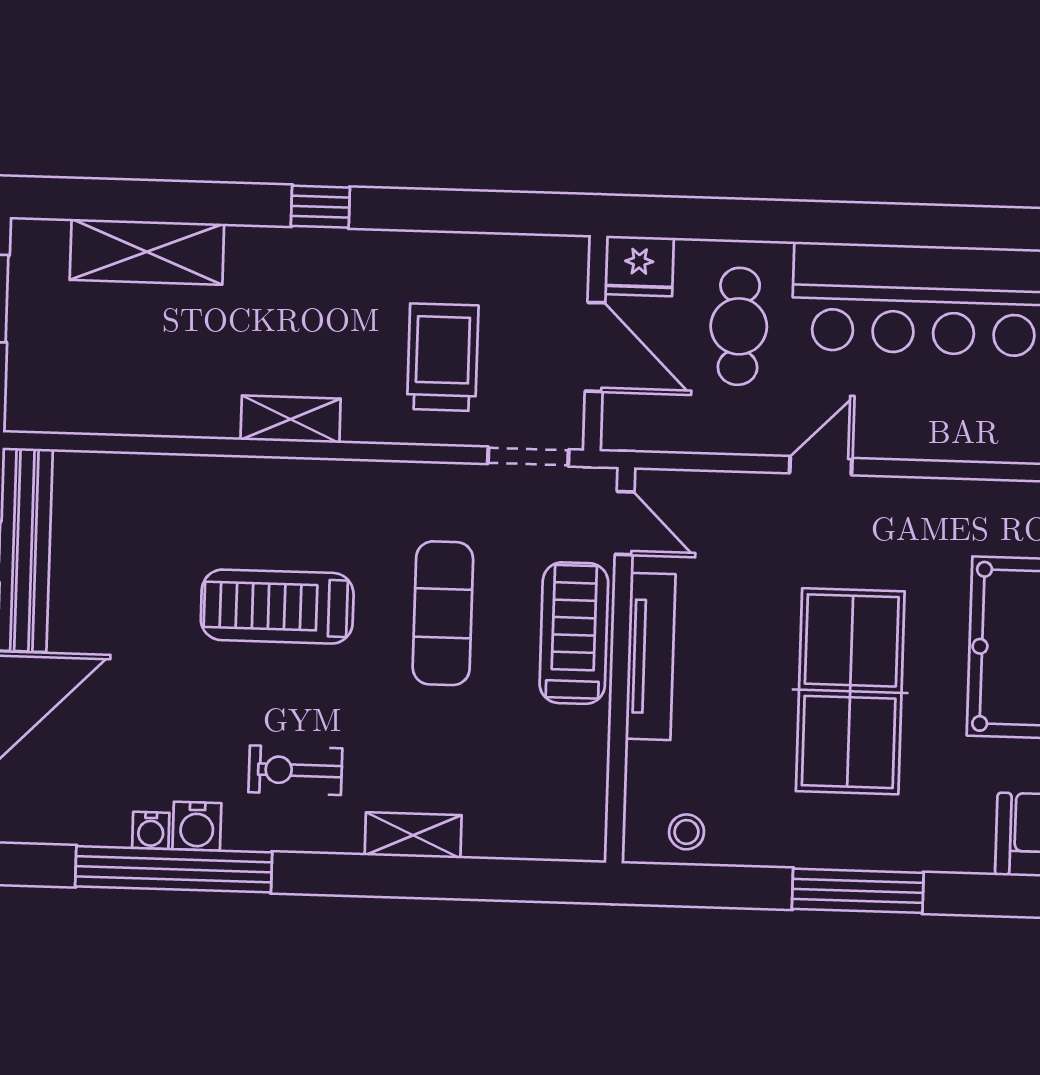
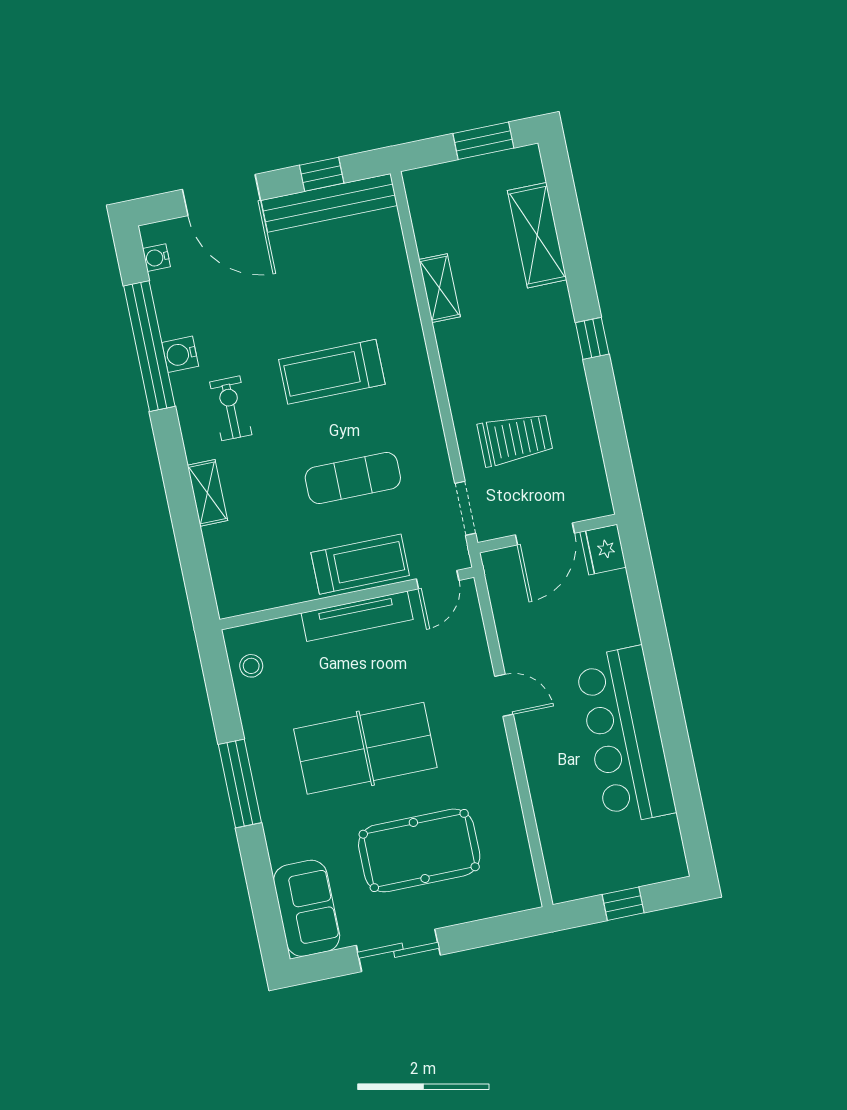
cafe table: (739, 326) -> (580, 622), removed
shelving: (291, 419) -> (440, 288), moved
treadmill: (277, 607) -> (332, 372), turned -90
water cooler: (151, 830) -> (156, 258), moved

